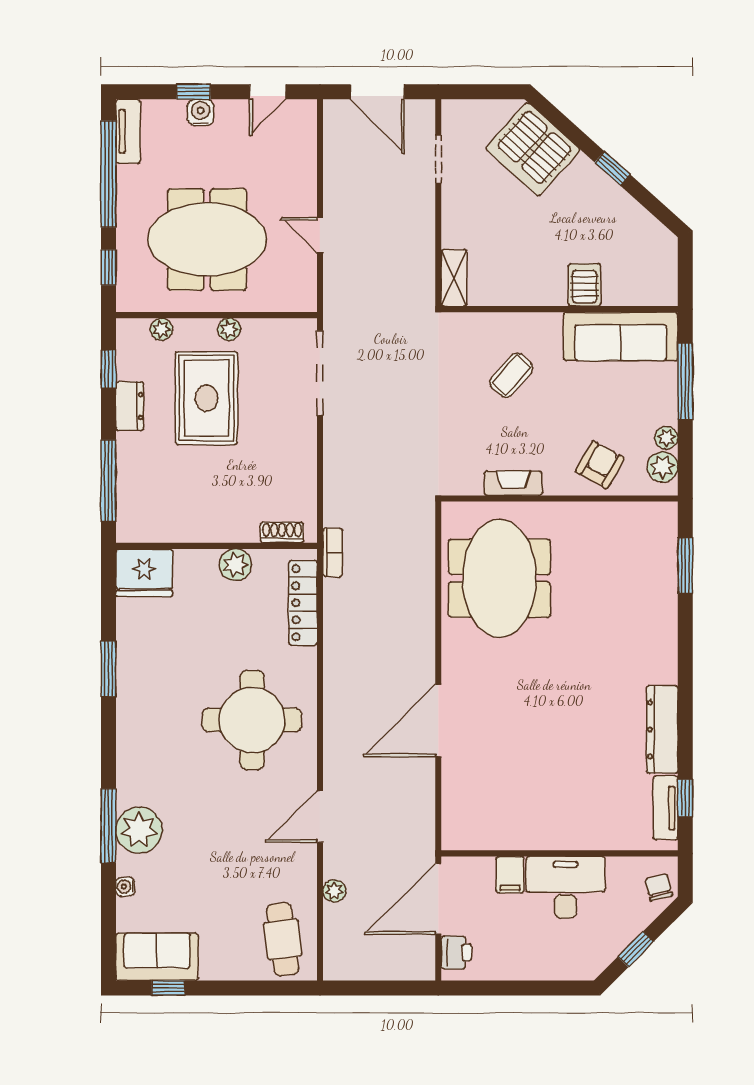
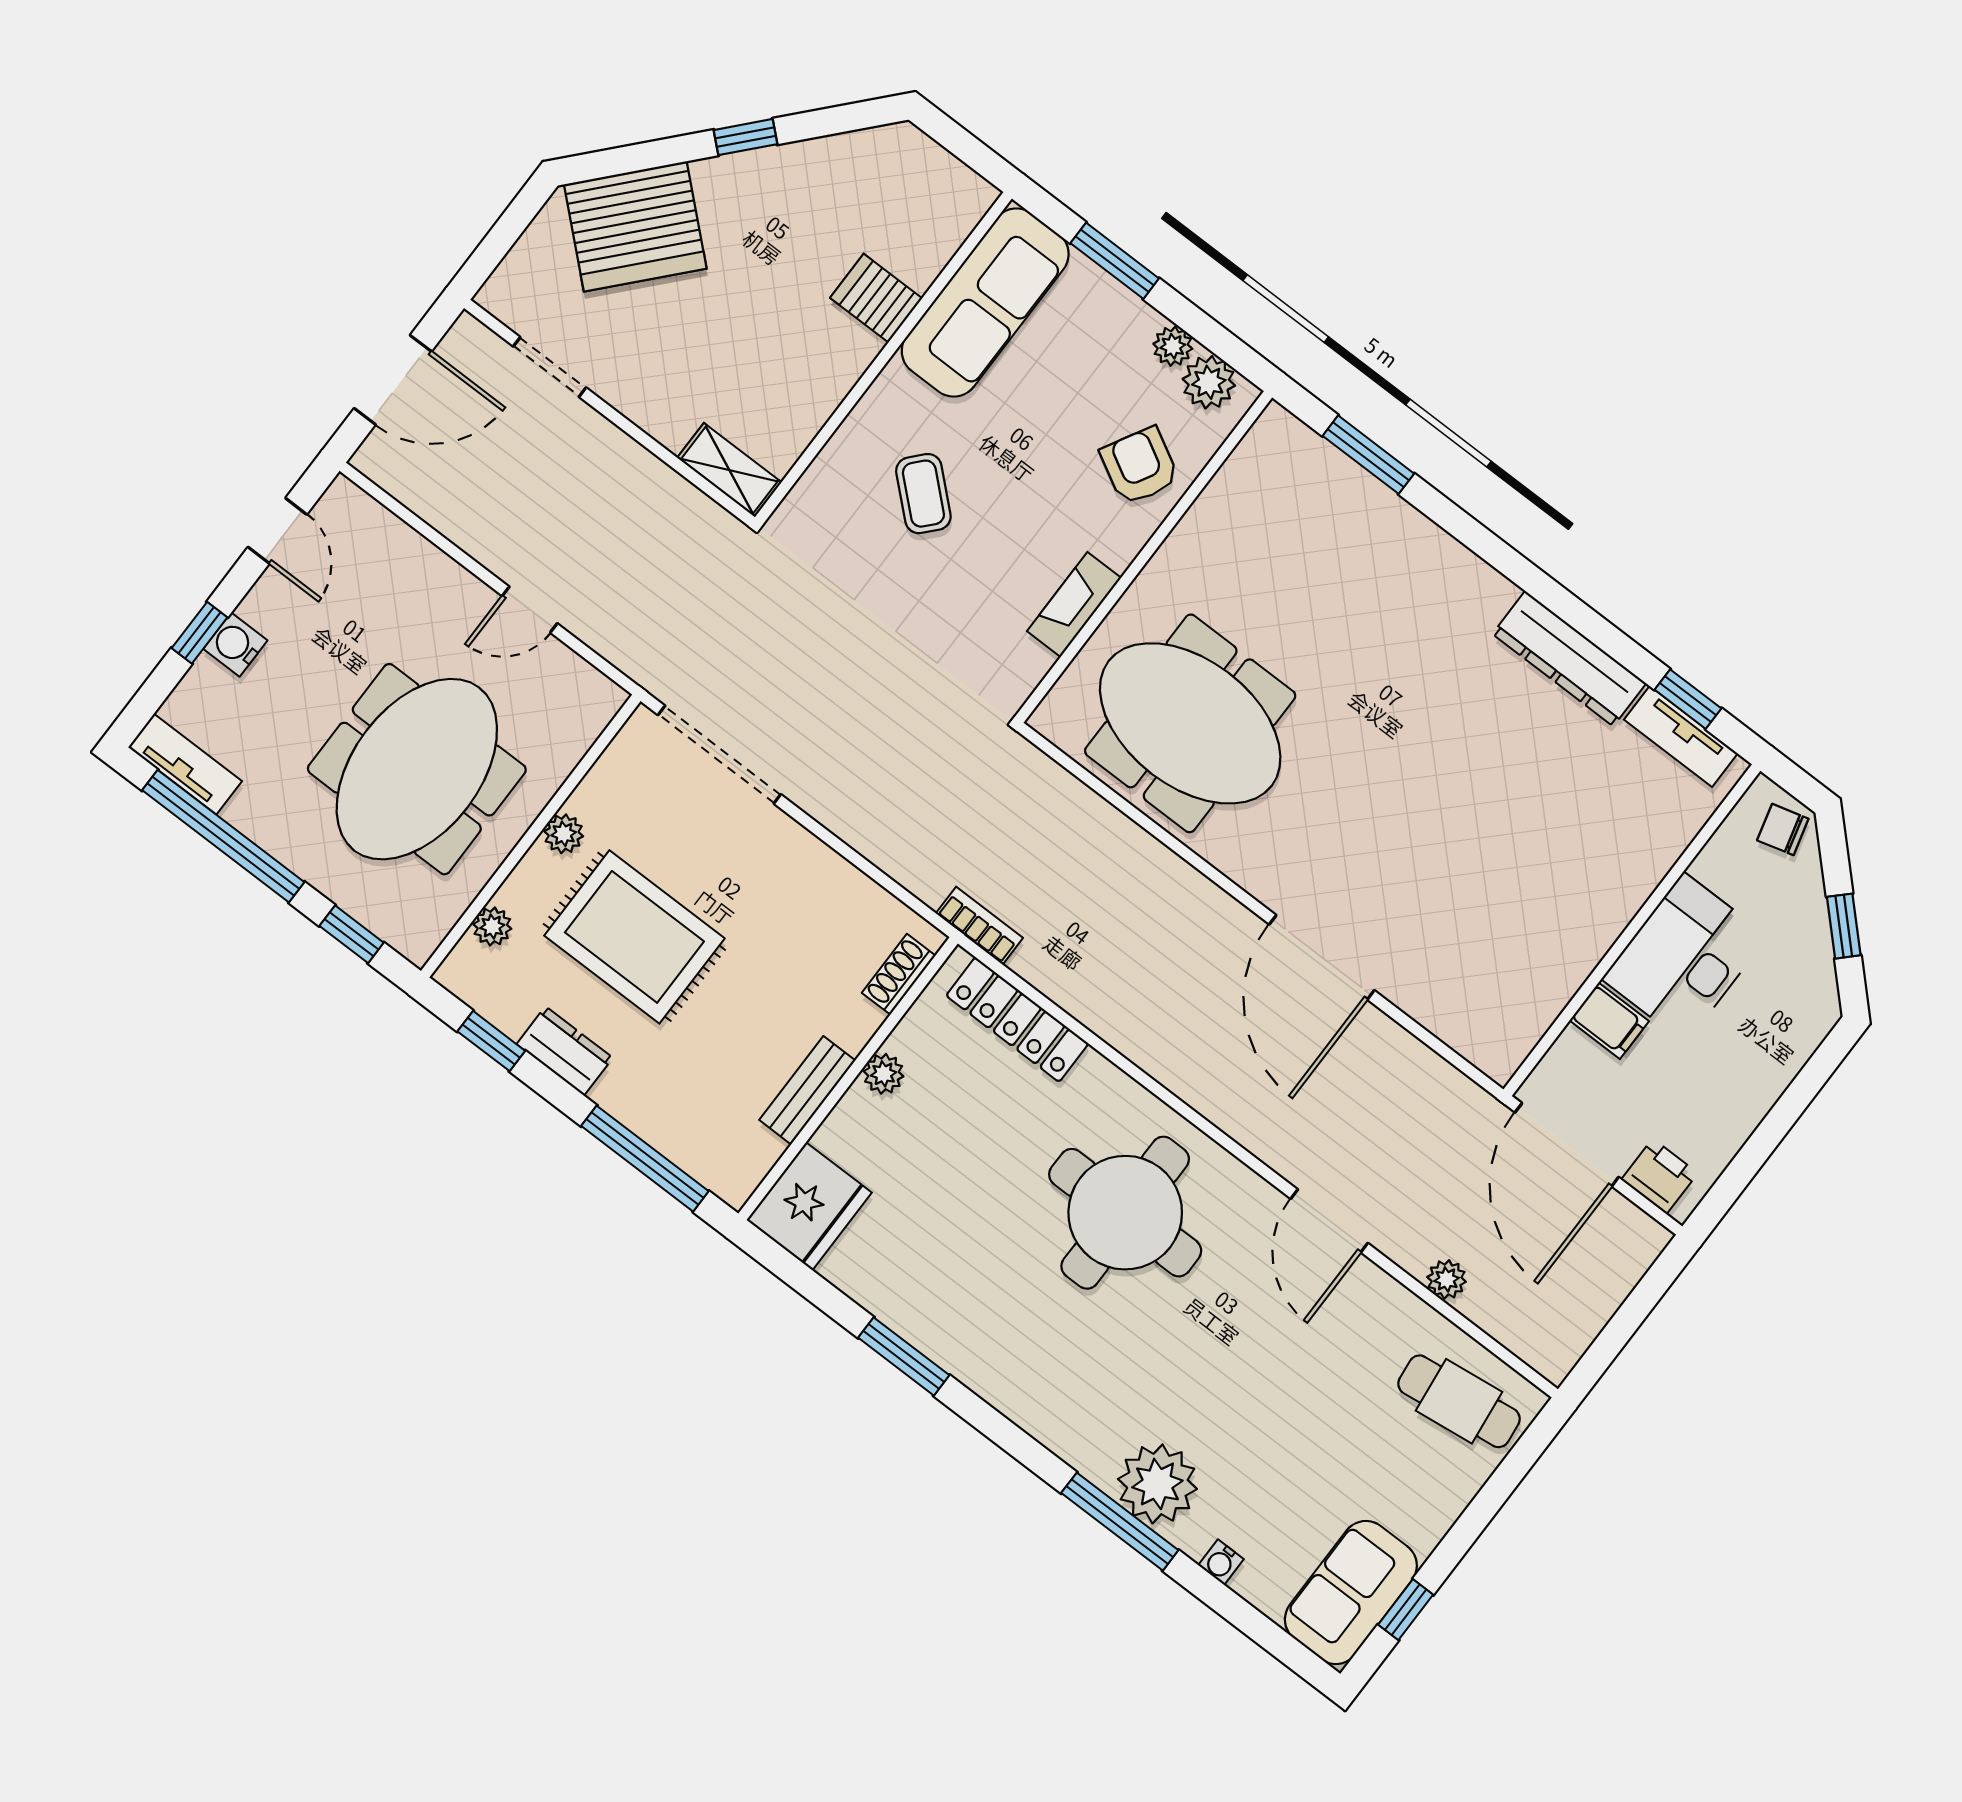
window: (685, 381) -> (1115, 261), width x0.69
bench: (197, 531) -> (807, 1090), added
plant: (235, 565) -> (884, 1074), width x0.73, depth x0.73

